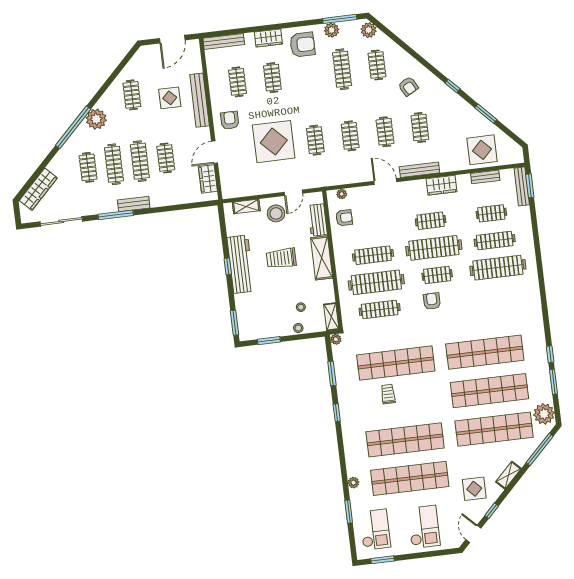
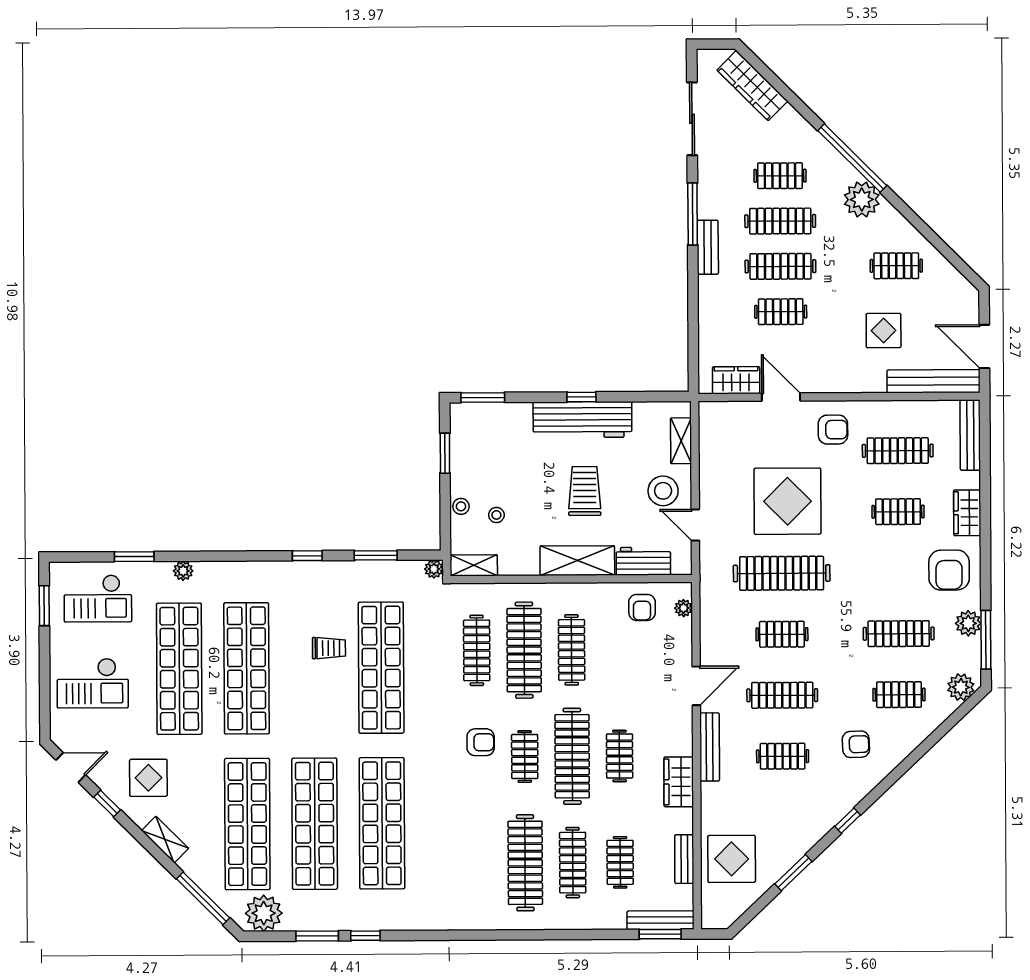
clothes rail: (238, 82) -> (898, 451), width x1.36
armchair: (408, 86) -> (856, 744), turned -153
bench: (200, 100) -> (933, 381), moved
clothes rail: (385, 132) -> (782, 695), width x1.36
clothes rail: (315, 140) -> (782, 573), width x1.86, depth x1.31

